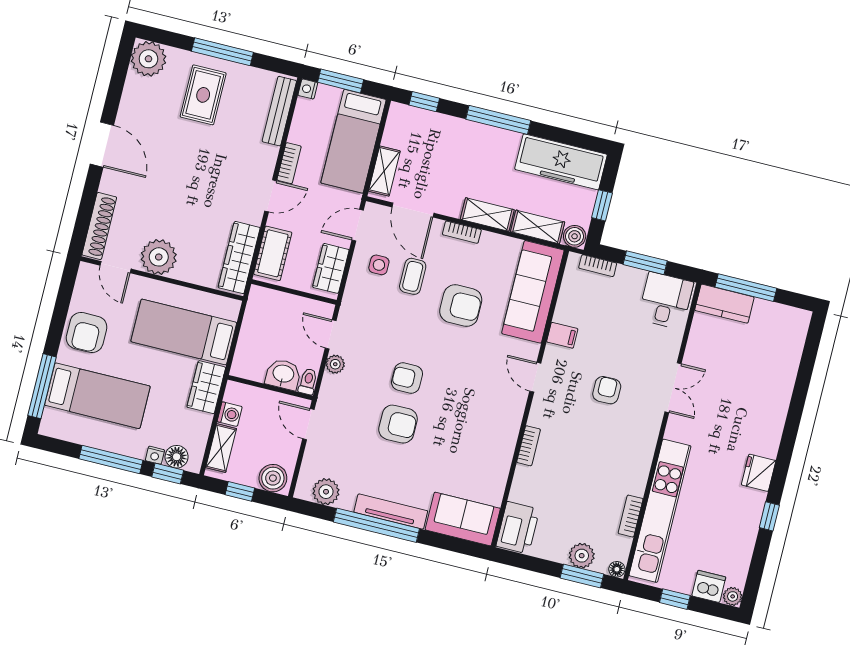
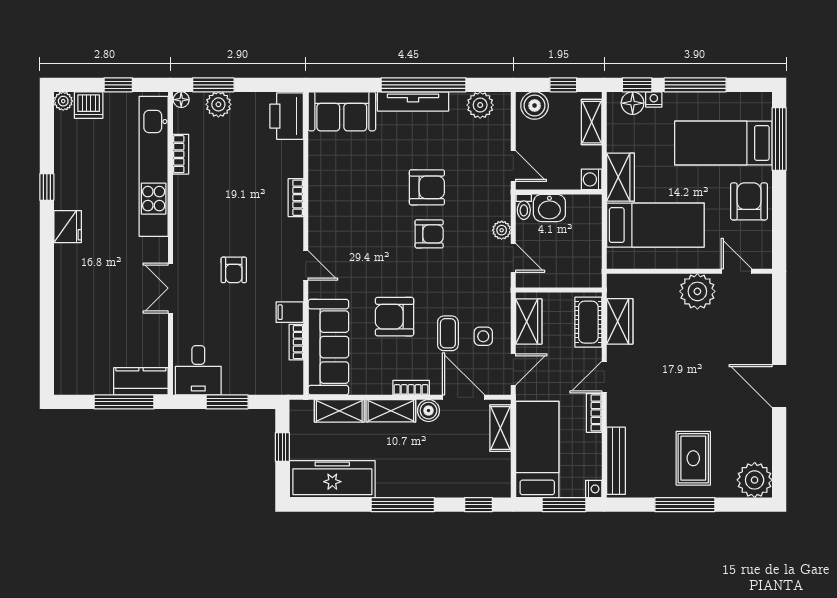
shoe rack: (99, 226) -> (762, 307), removed
boiler: (575, 236) -> (428, 411), moved
wardrobe: (239, 258) -> (620, 321), width x0.67
bookcase: (598, 266) -> (296, 342), moved, turned -90
washing machine: (230, 414) -> (592, 179), moved
armchair: (398, 424) -> (427, 187), turned 180

